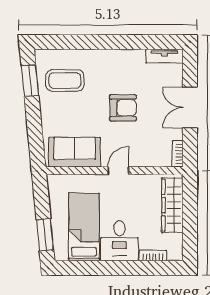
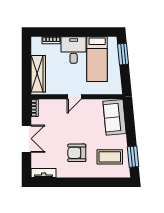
armchair: (123, 108) -> (77, 153), moved
sofa: (75, 152) -> (115, 117), moved, turned 84

